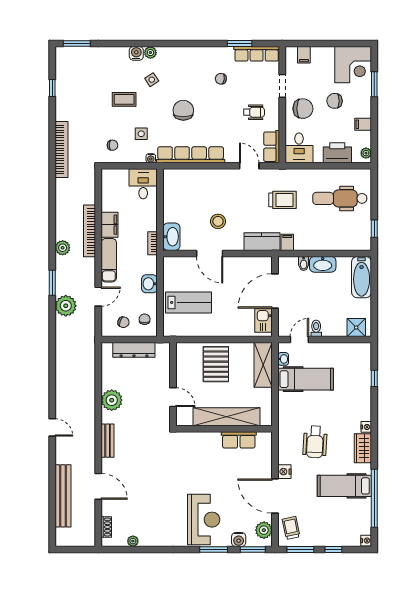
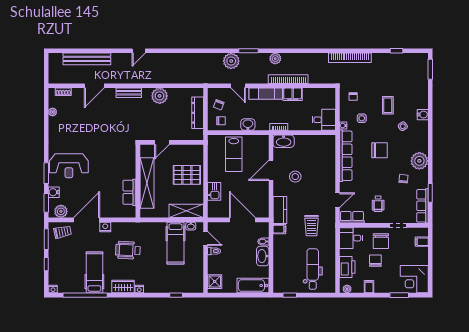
plant: (150, 53) -> (419, 161), moved, width x1.88, depth x1.88
chair: (335, 101) -> (375, 261), moved
kitchen sink: (264, 320) -> (214, 191), moved, turned 90

